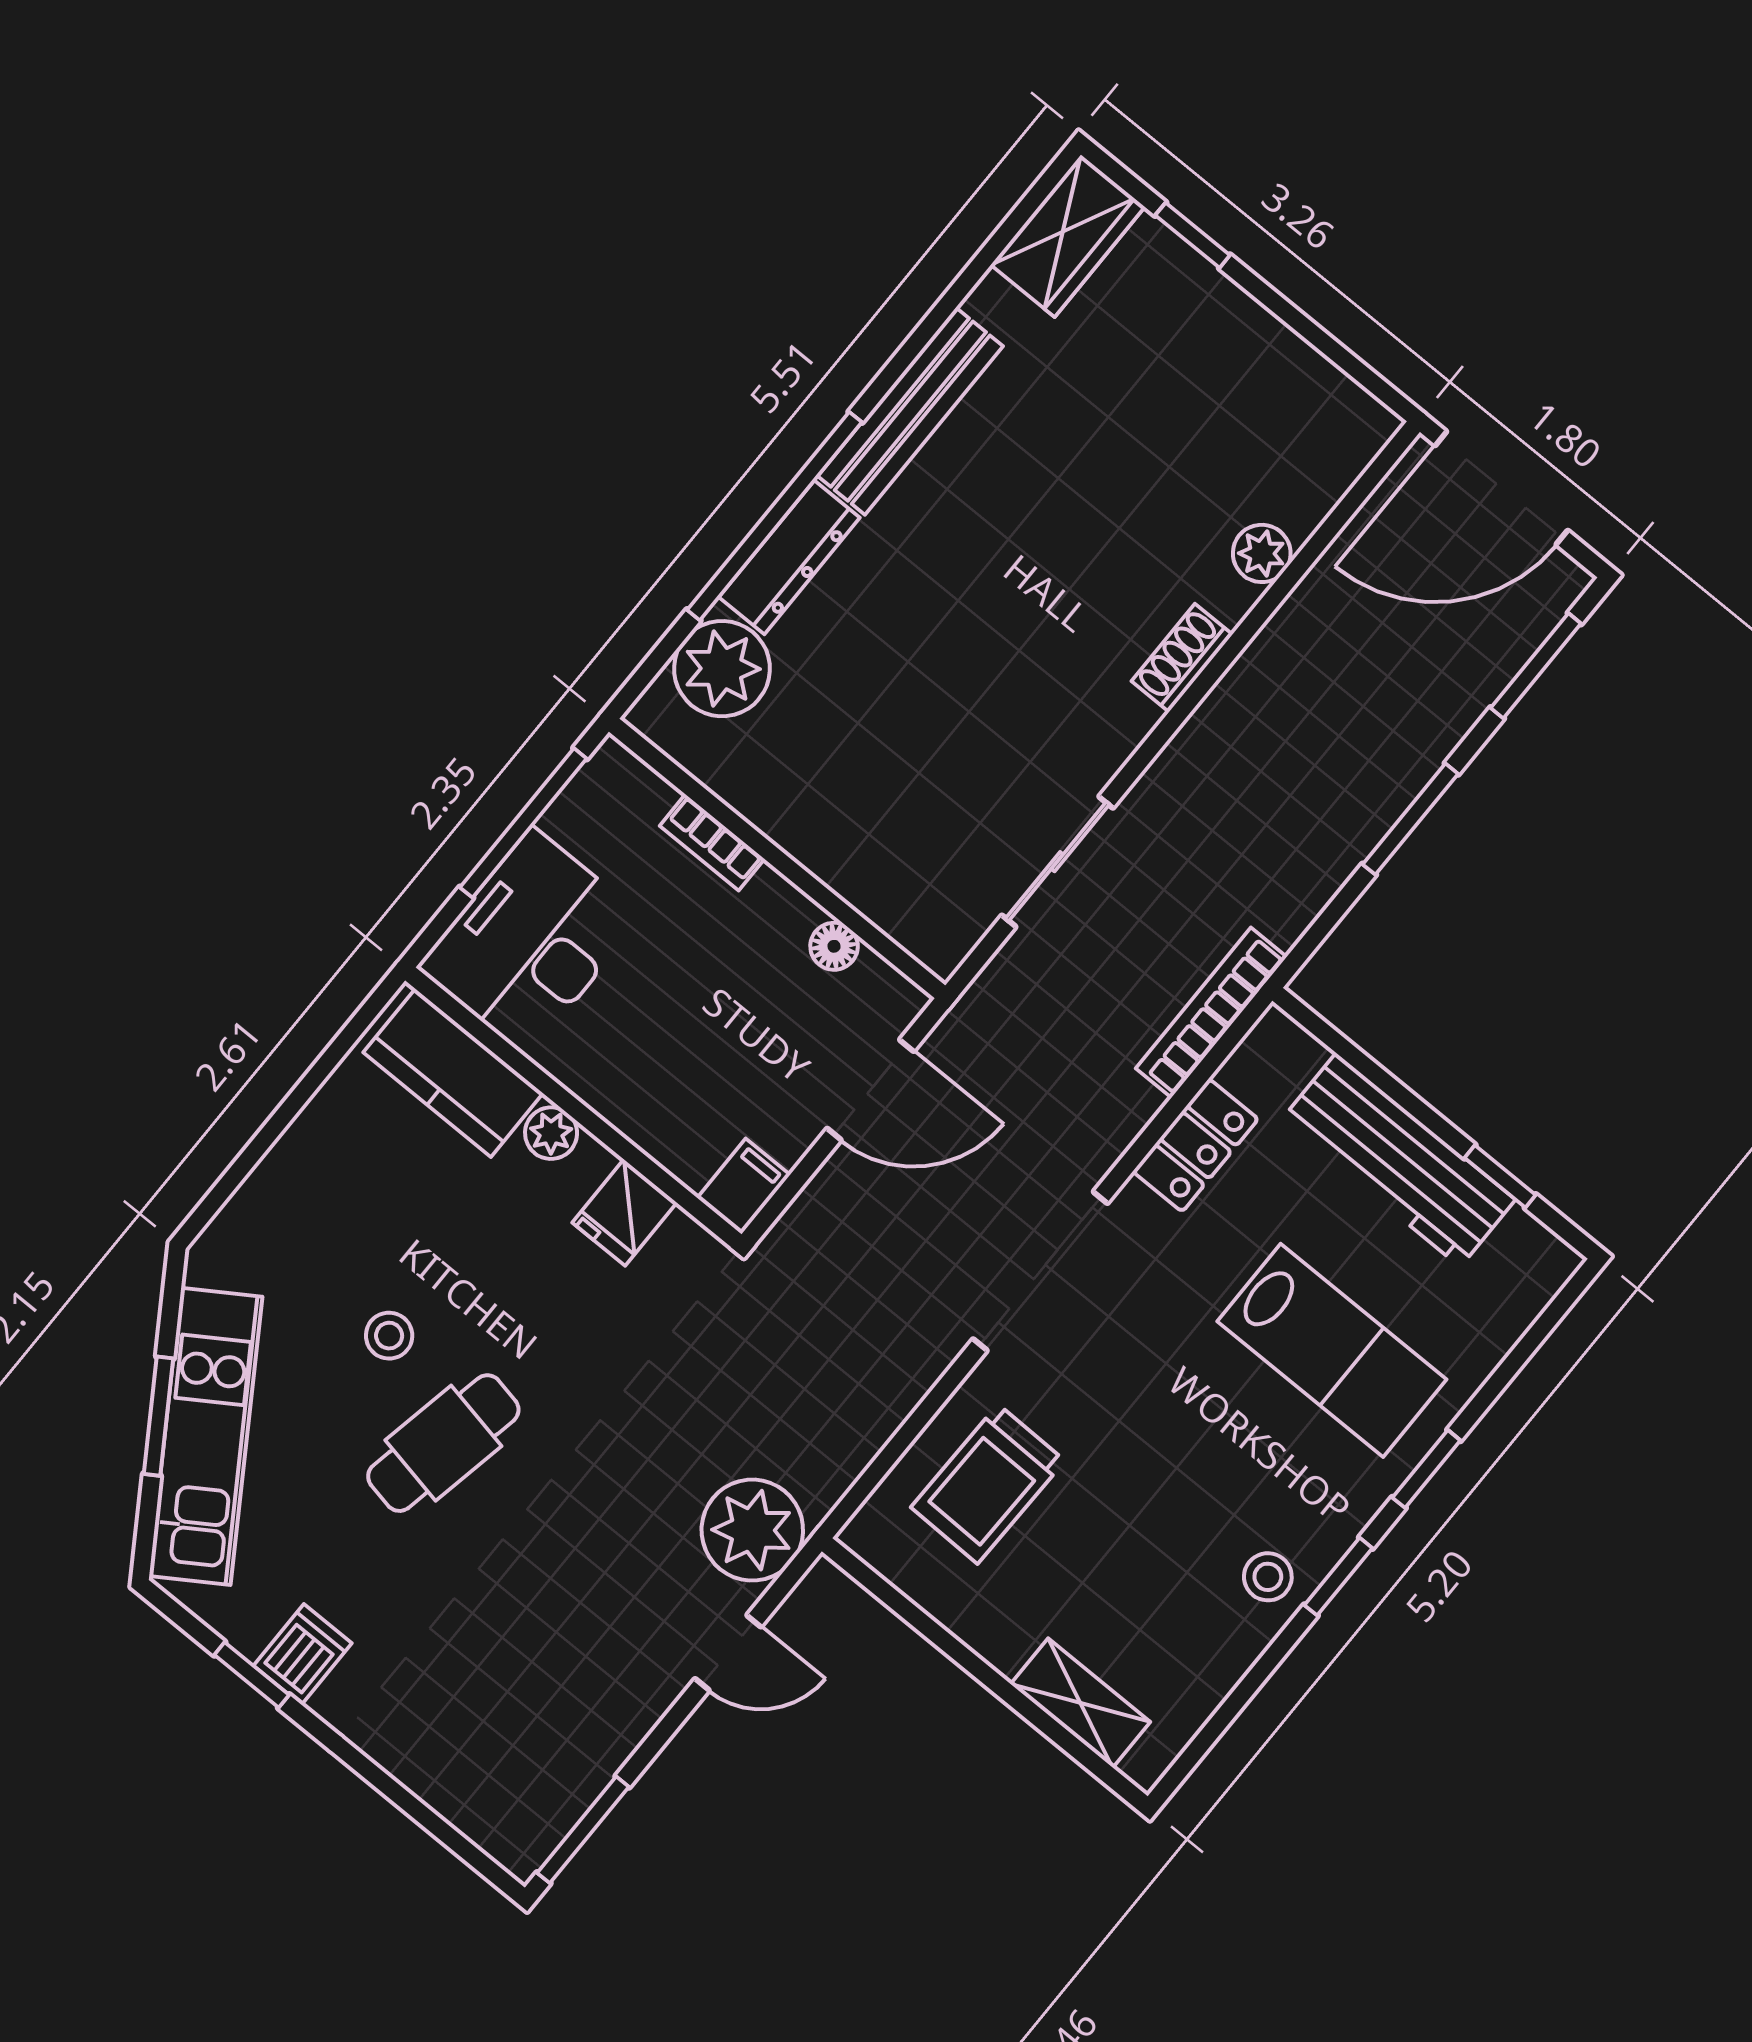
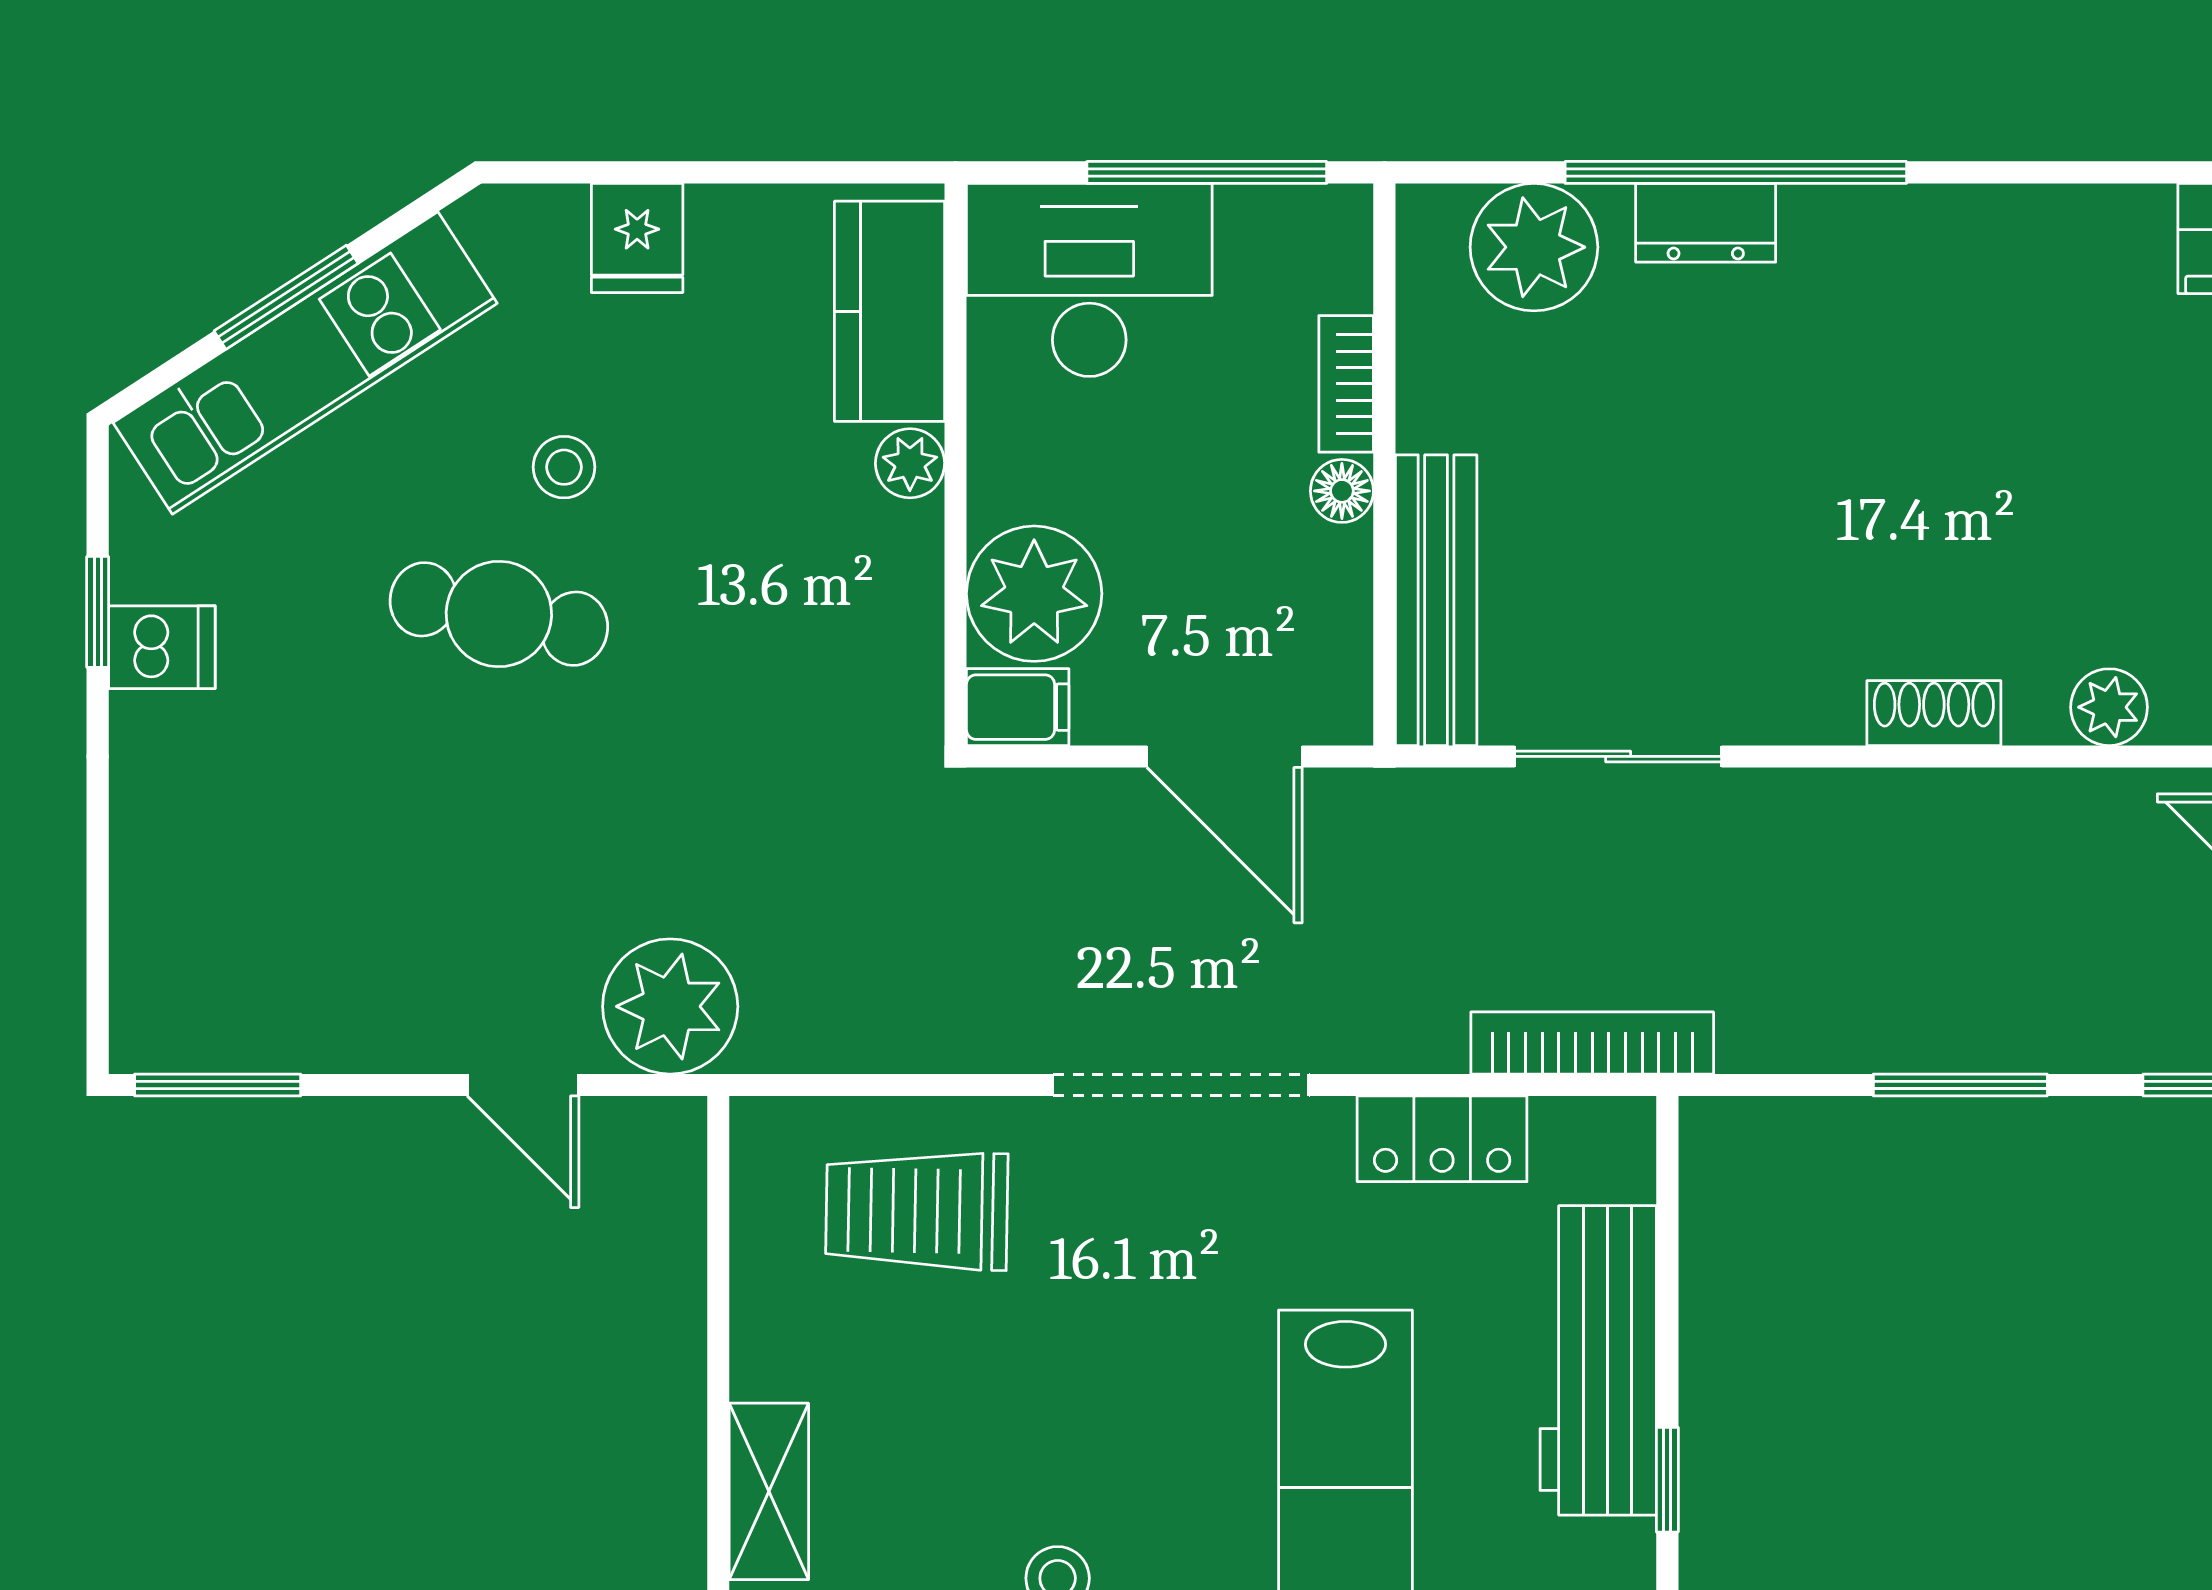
bench: (910, 411) -> (1436, 600), moved, turned 90
dresser: (789, 557) -> (1706, 223), width x0.70
floor lamp: (834, 946) -> (1342, 491), moved
plant: (686, 1123) -> (1034, 594), added
fridge: (625, 1213) -> (637, 238), moved, turned -90

